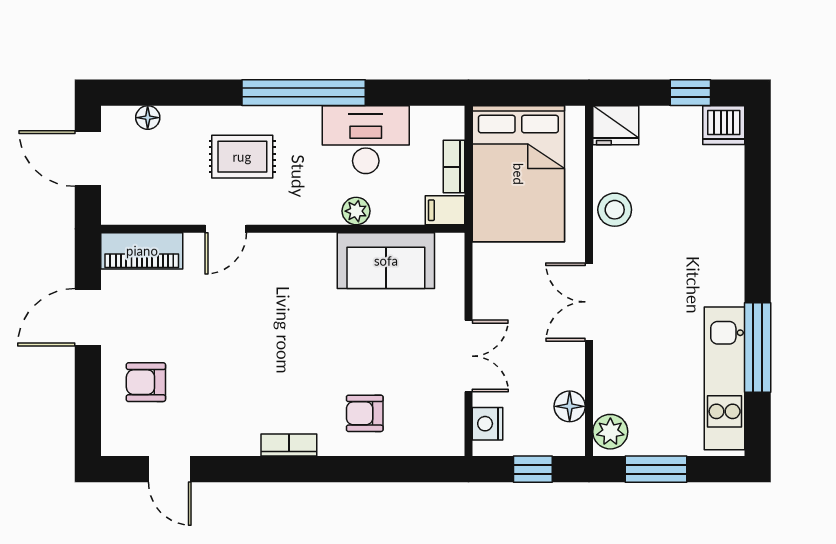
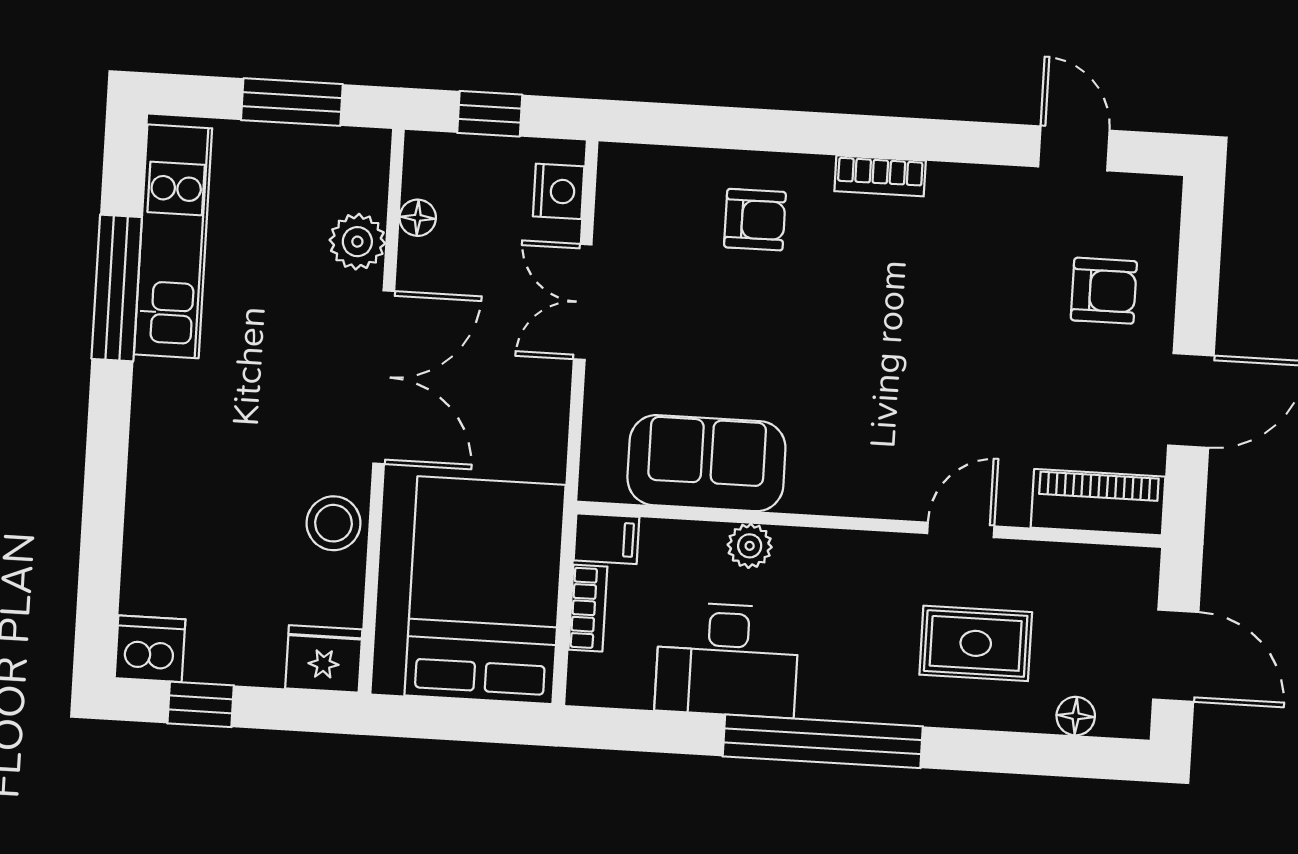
rug: (242, 157) -> (976, 643), moved
double door: (589, 302) -> (384, 377), width x1.37
floor lamp: (570, 406) -> (418, 218), width x0.73, depth x0.73
plant: (610, 432) -> (357, 242), moved

